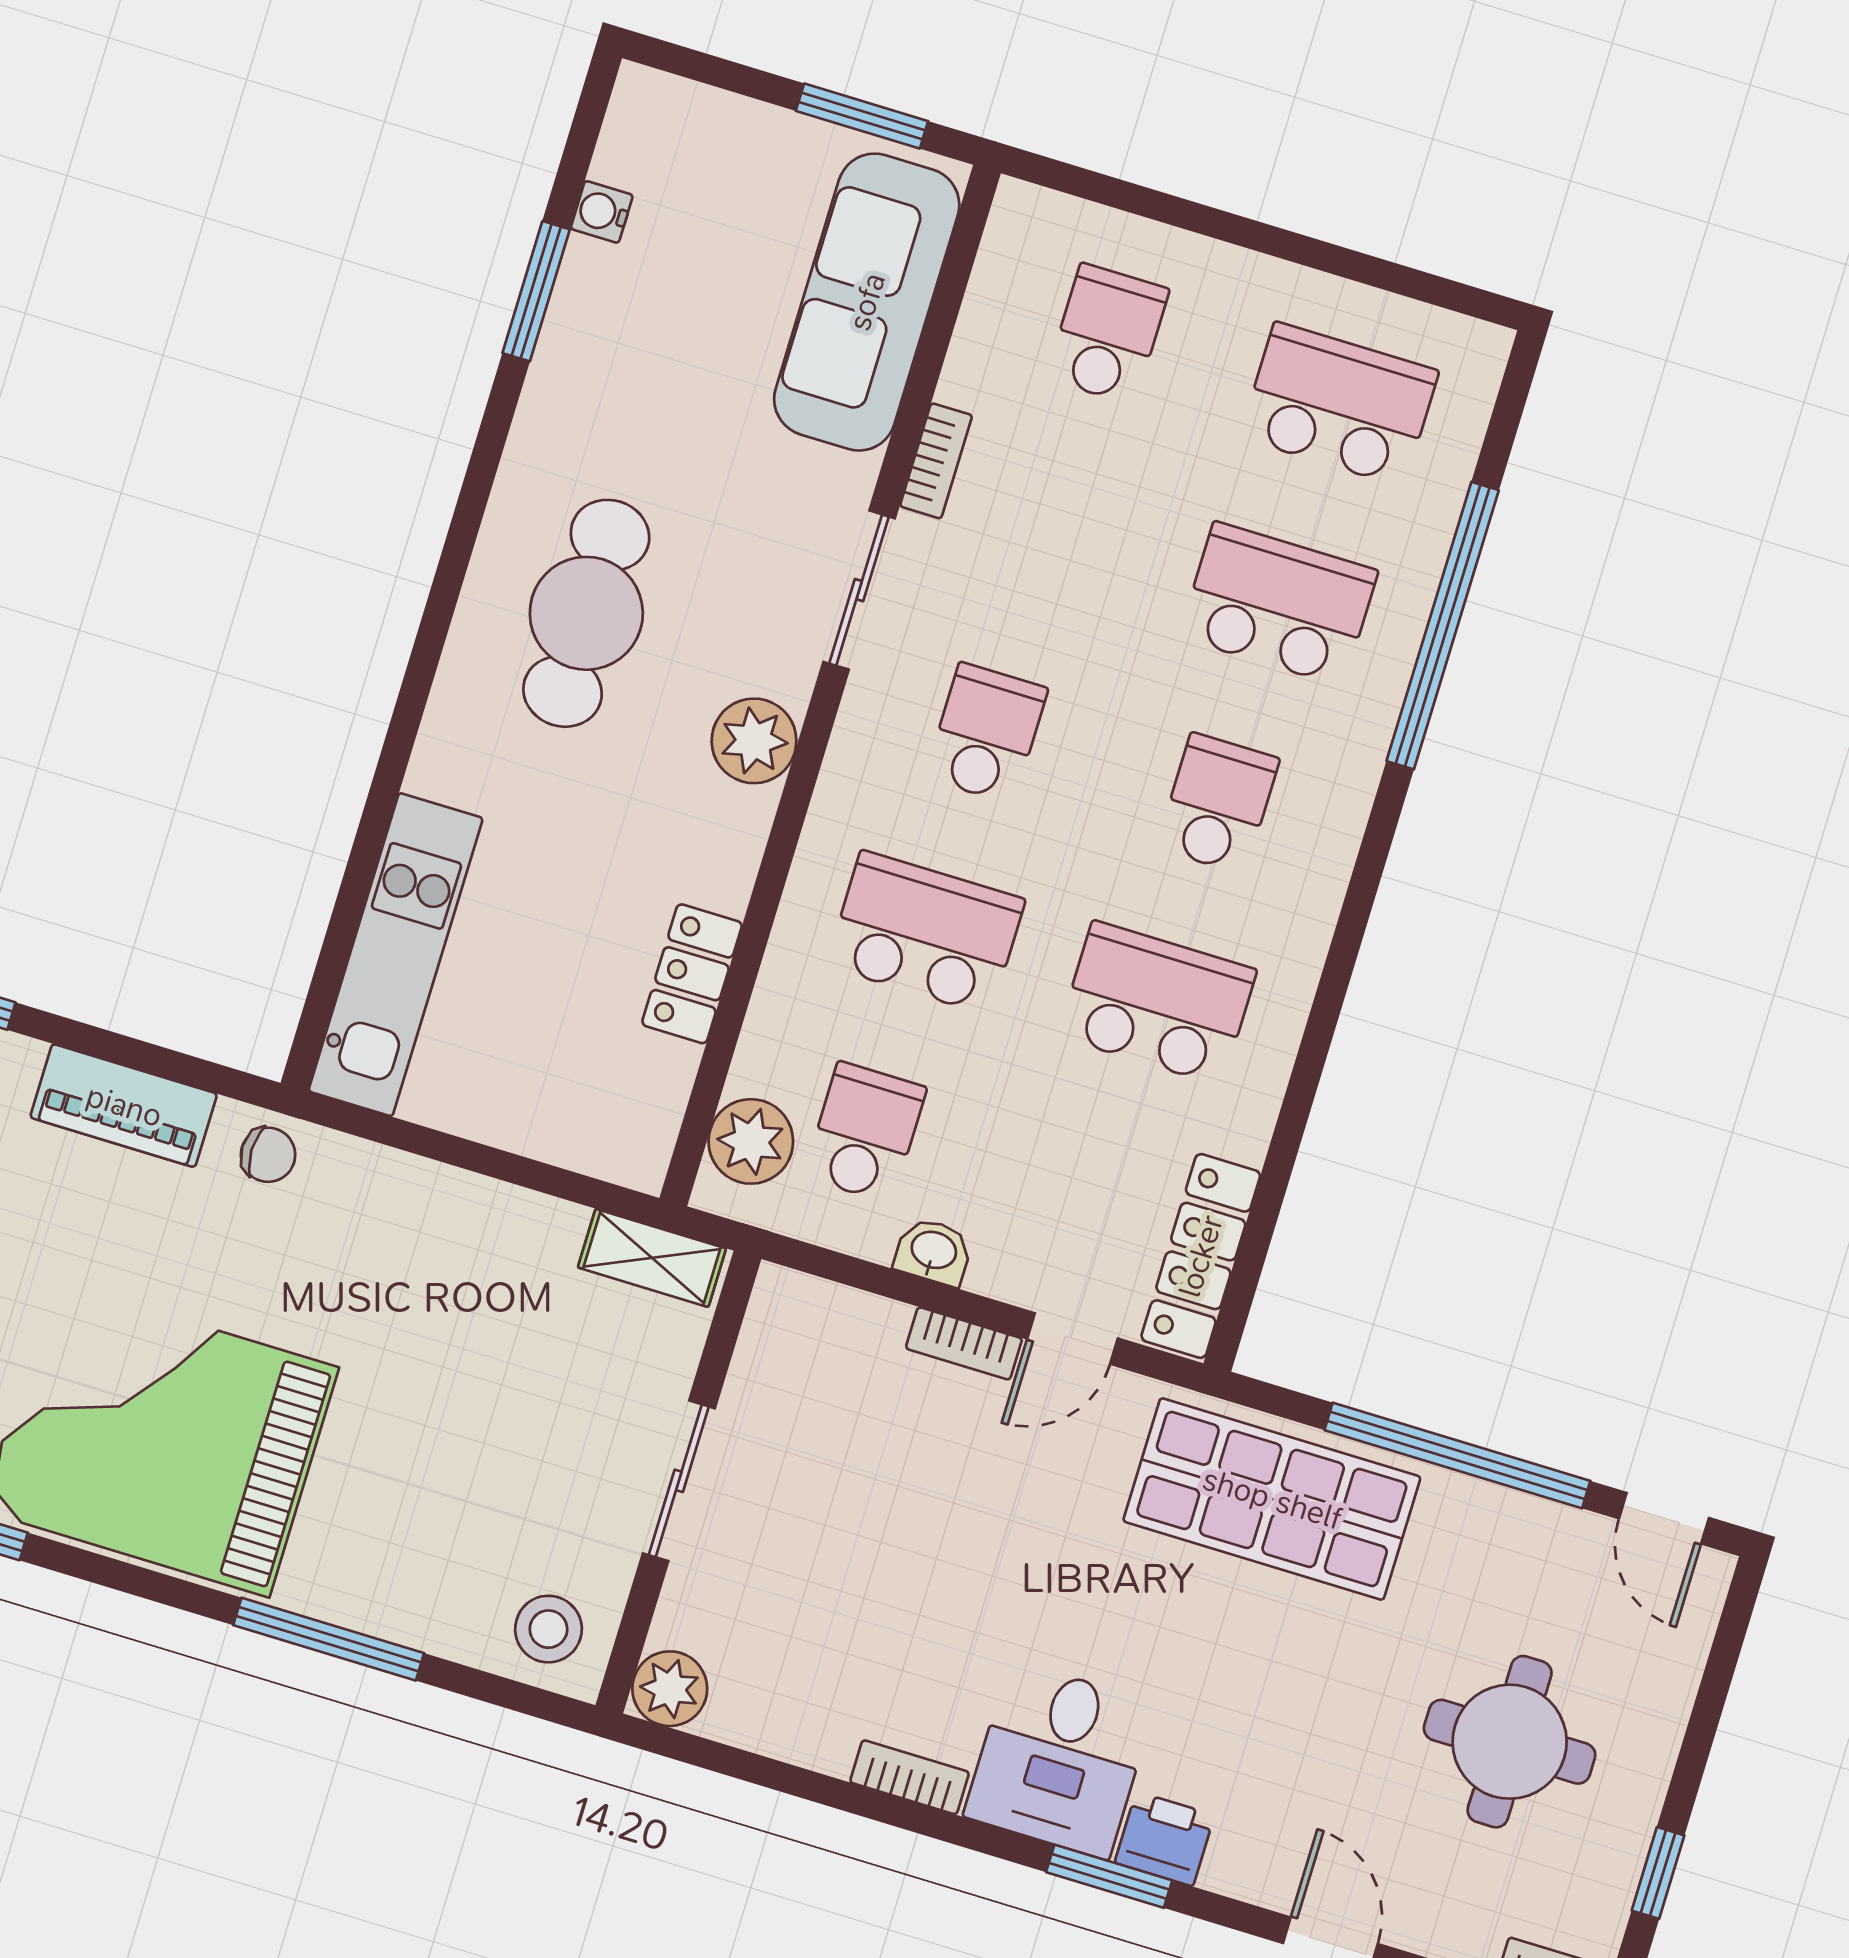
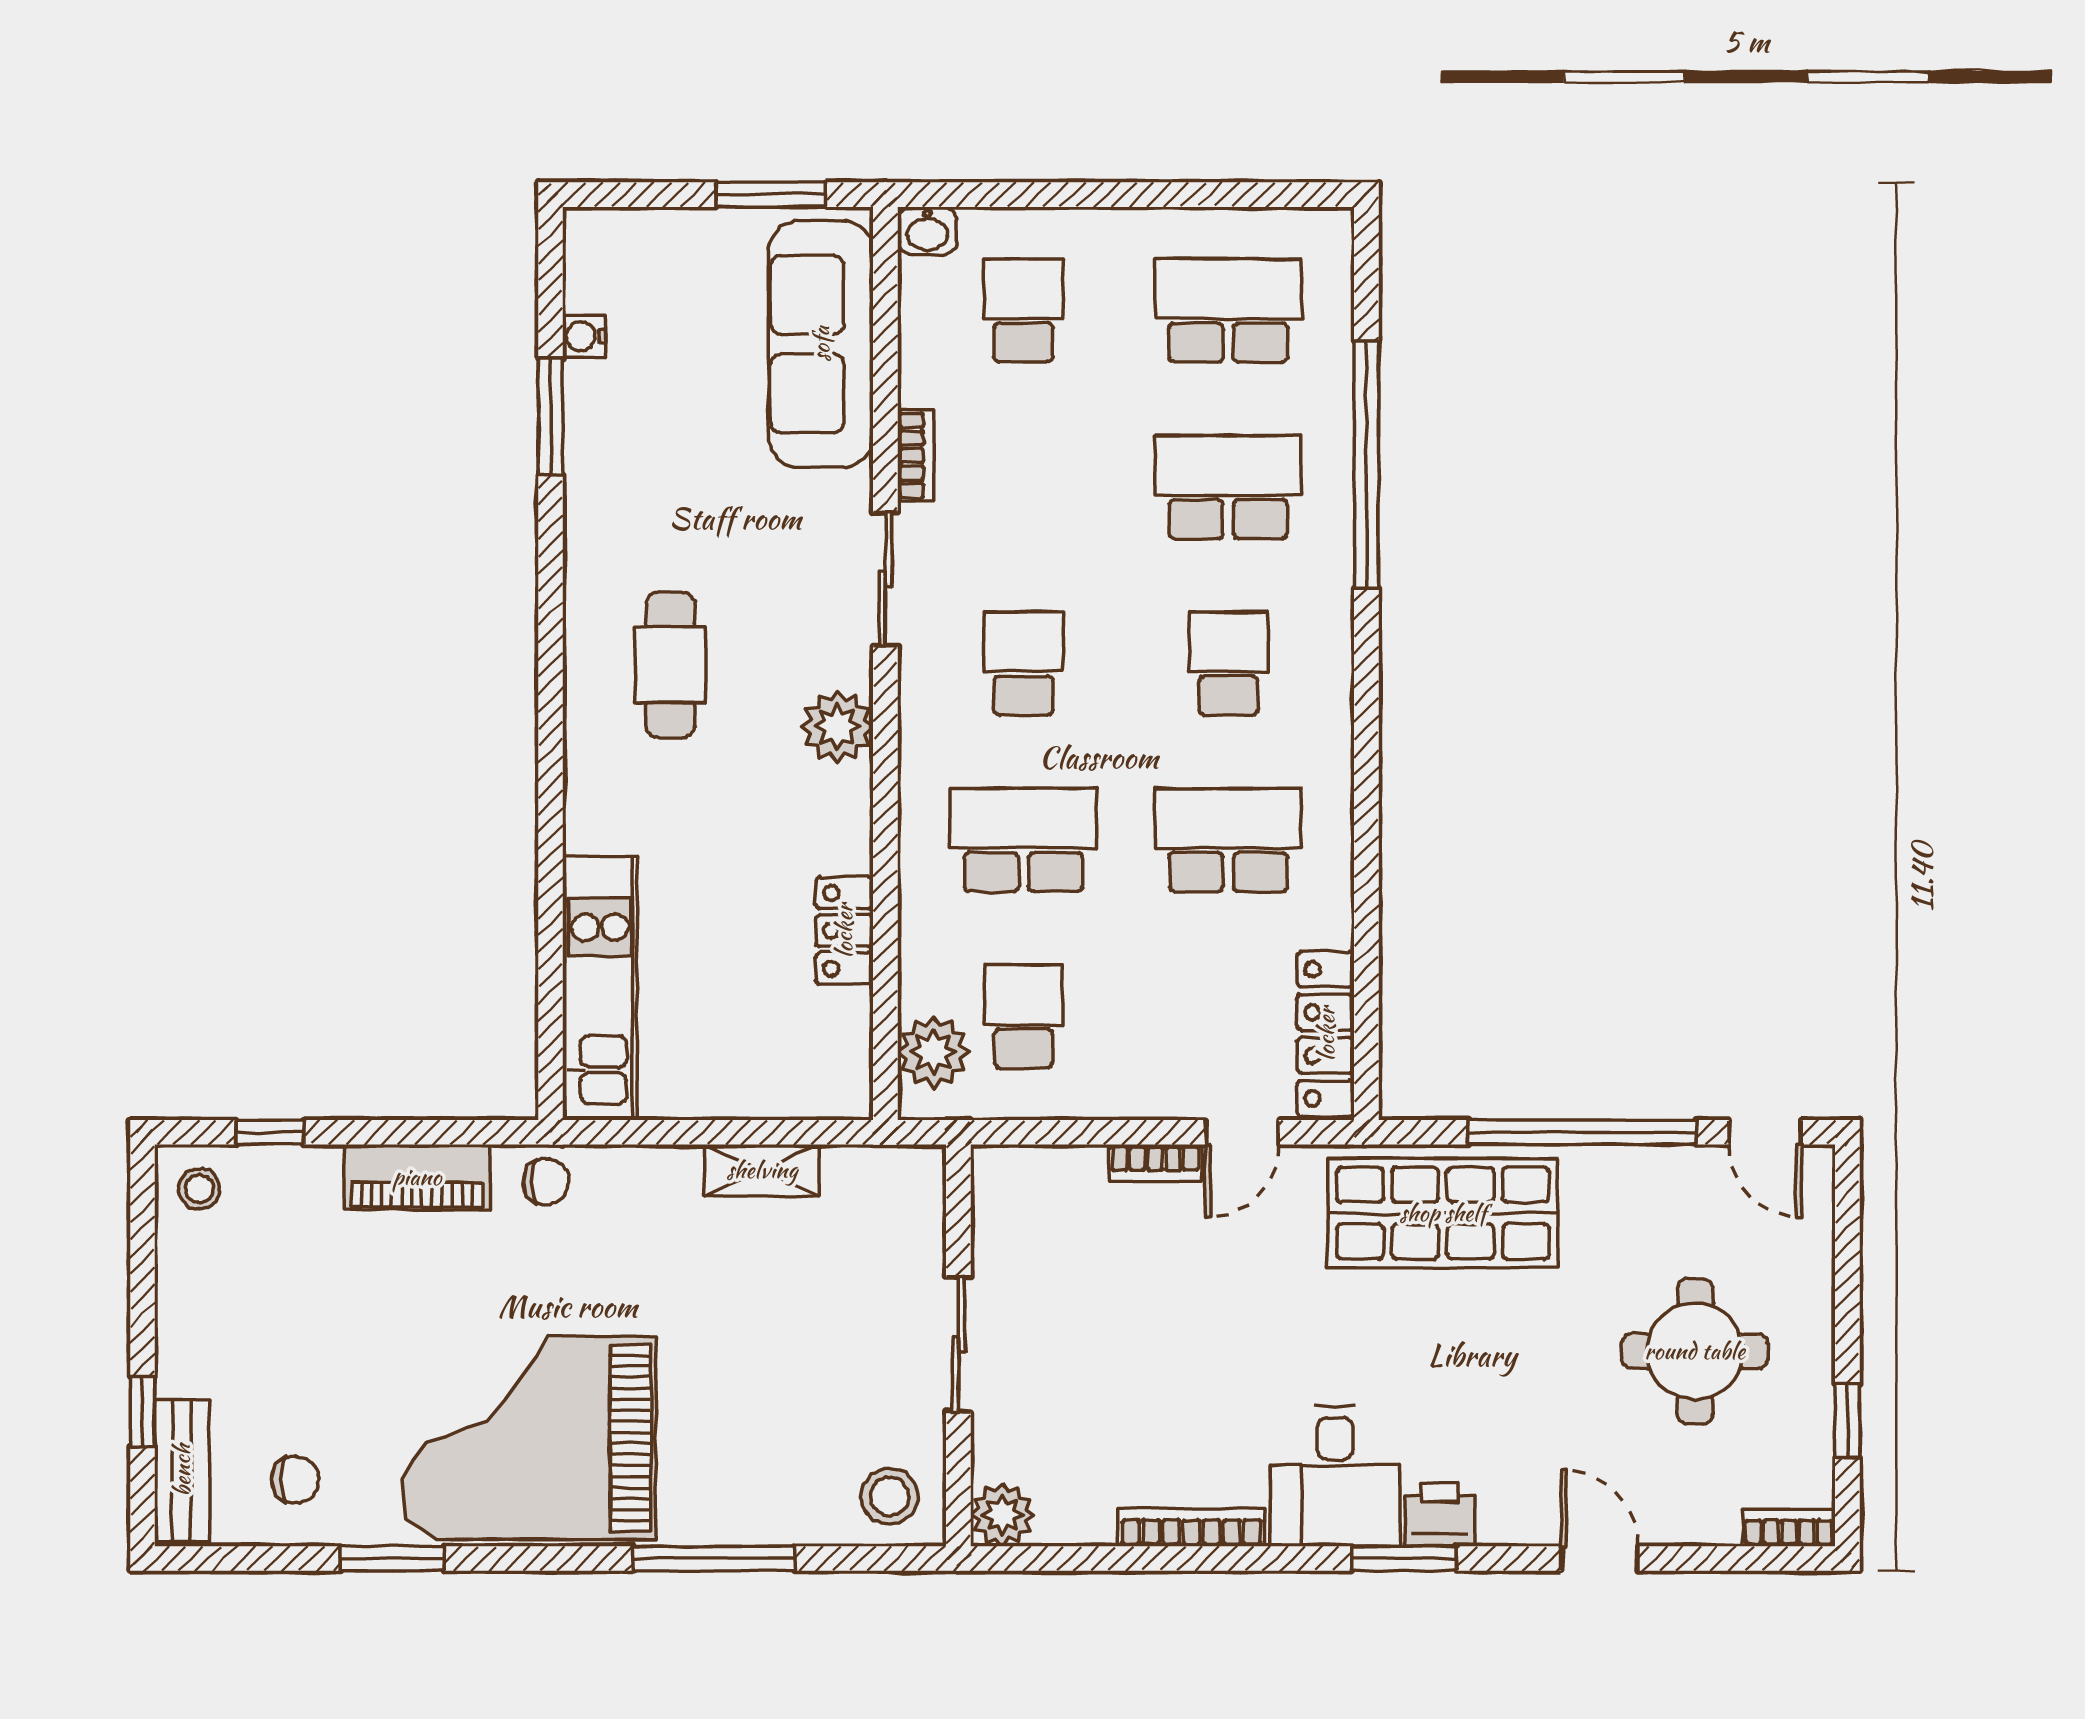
cafe table: (586, 613) -> (670, 665), width x0.73, depth x0.74
washbasin: (933, 1252) -> (927, 231), moved, turned 180
shelving: (652, 1258) -> (762, 1170), moved
bookcase: (910, 1777) -> (1192, 1527), width x1.56

